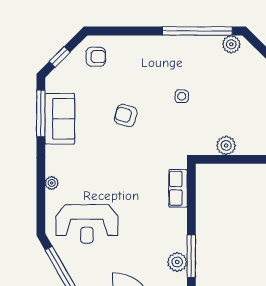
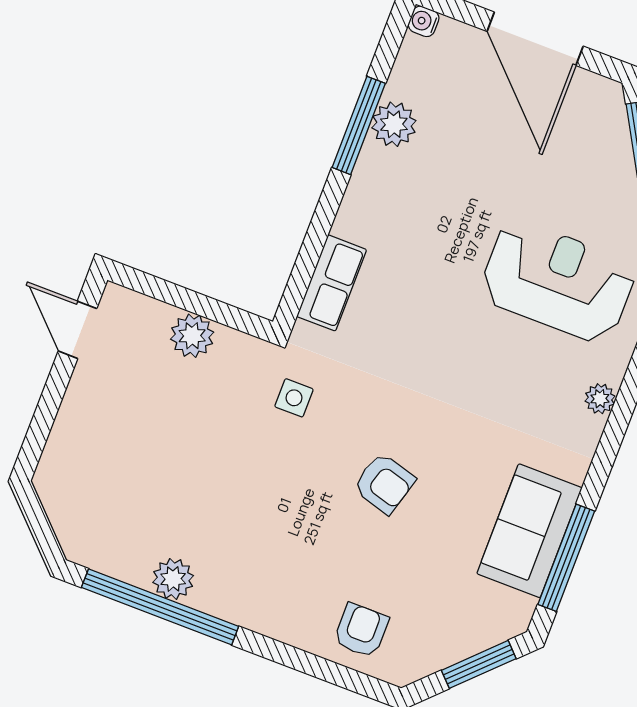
plant: (231, 44) -> (173, 579), moved
window: (60, 57) -> (479, 664), width x1.50
armchair: (96, 57) -> (361, 630), moved, turned 90
side table: (182, 96) -> (294, 398), moved

